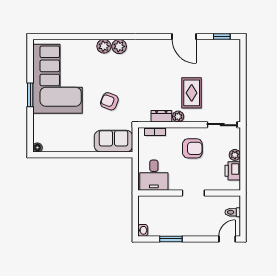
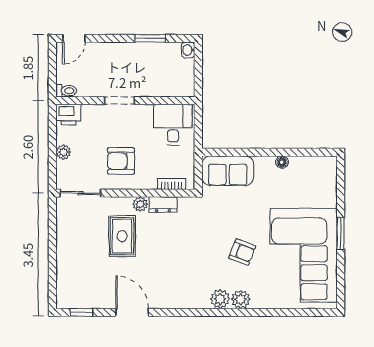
armchair: (109, 101) -> (242, 252), moved
floor lamp: (37, 148) -> (282, 162), moved
printer: (233, 171) -> (68, 115), moved, turned 90
toilet: (233, 212) -> (66, 91), moved

